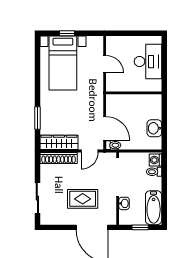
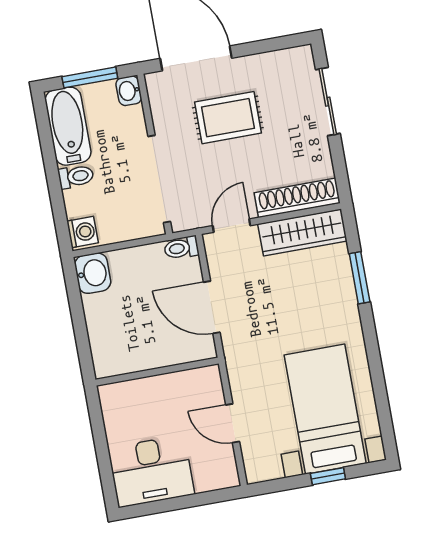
desk: (148, 62) -> (151, 471), moved, turned -90
door: (105, 128) -> (212, 307), moved
washbasin: (154, 128) -> (93, 273), moved
toilet: (154, 172) -> (76, 177), moved
washbasin: (124, 203) -> (129, 91), moved
window: (140, 227) -> (90, 77), width x1.50

